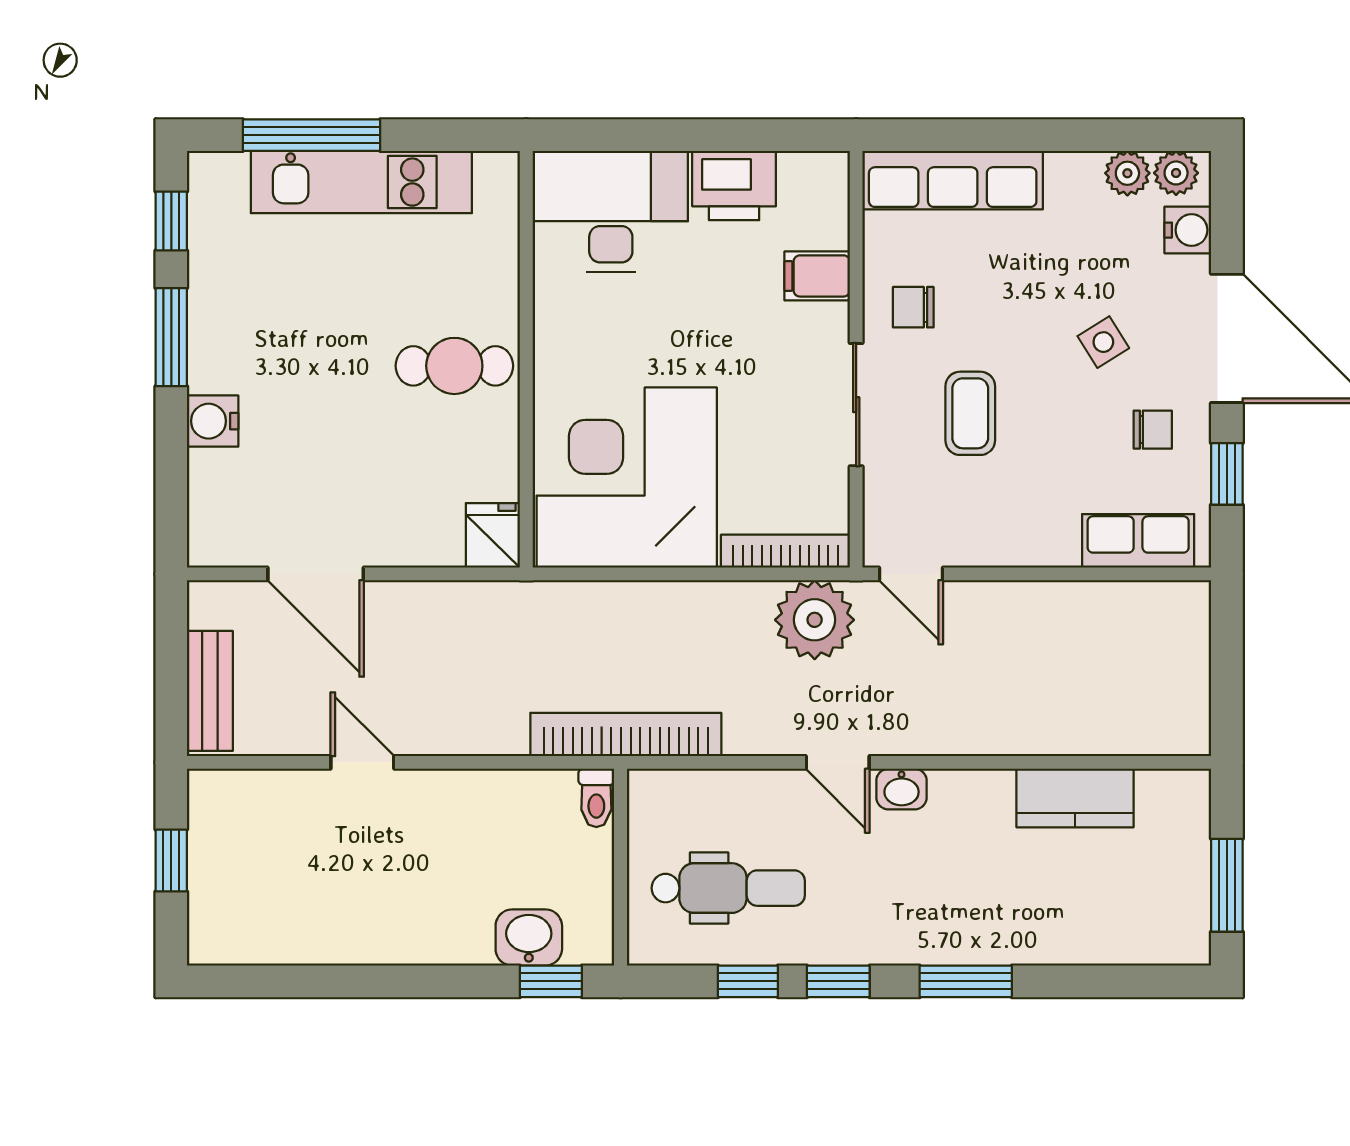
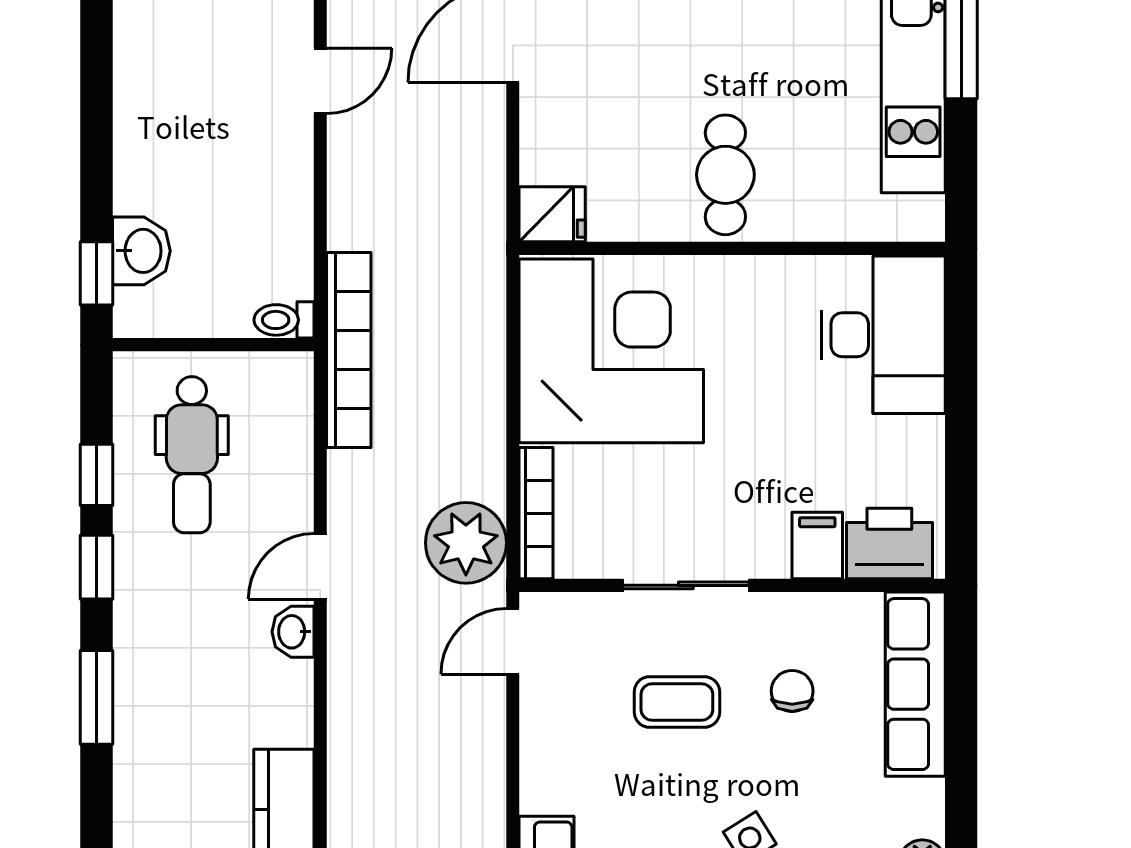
printer: (734, 186) -> (889, 544), moved, turned 90
chair: (913, 307) -> (792, 691), moved

